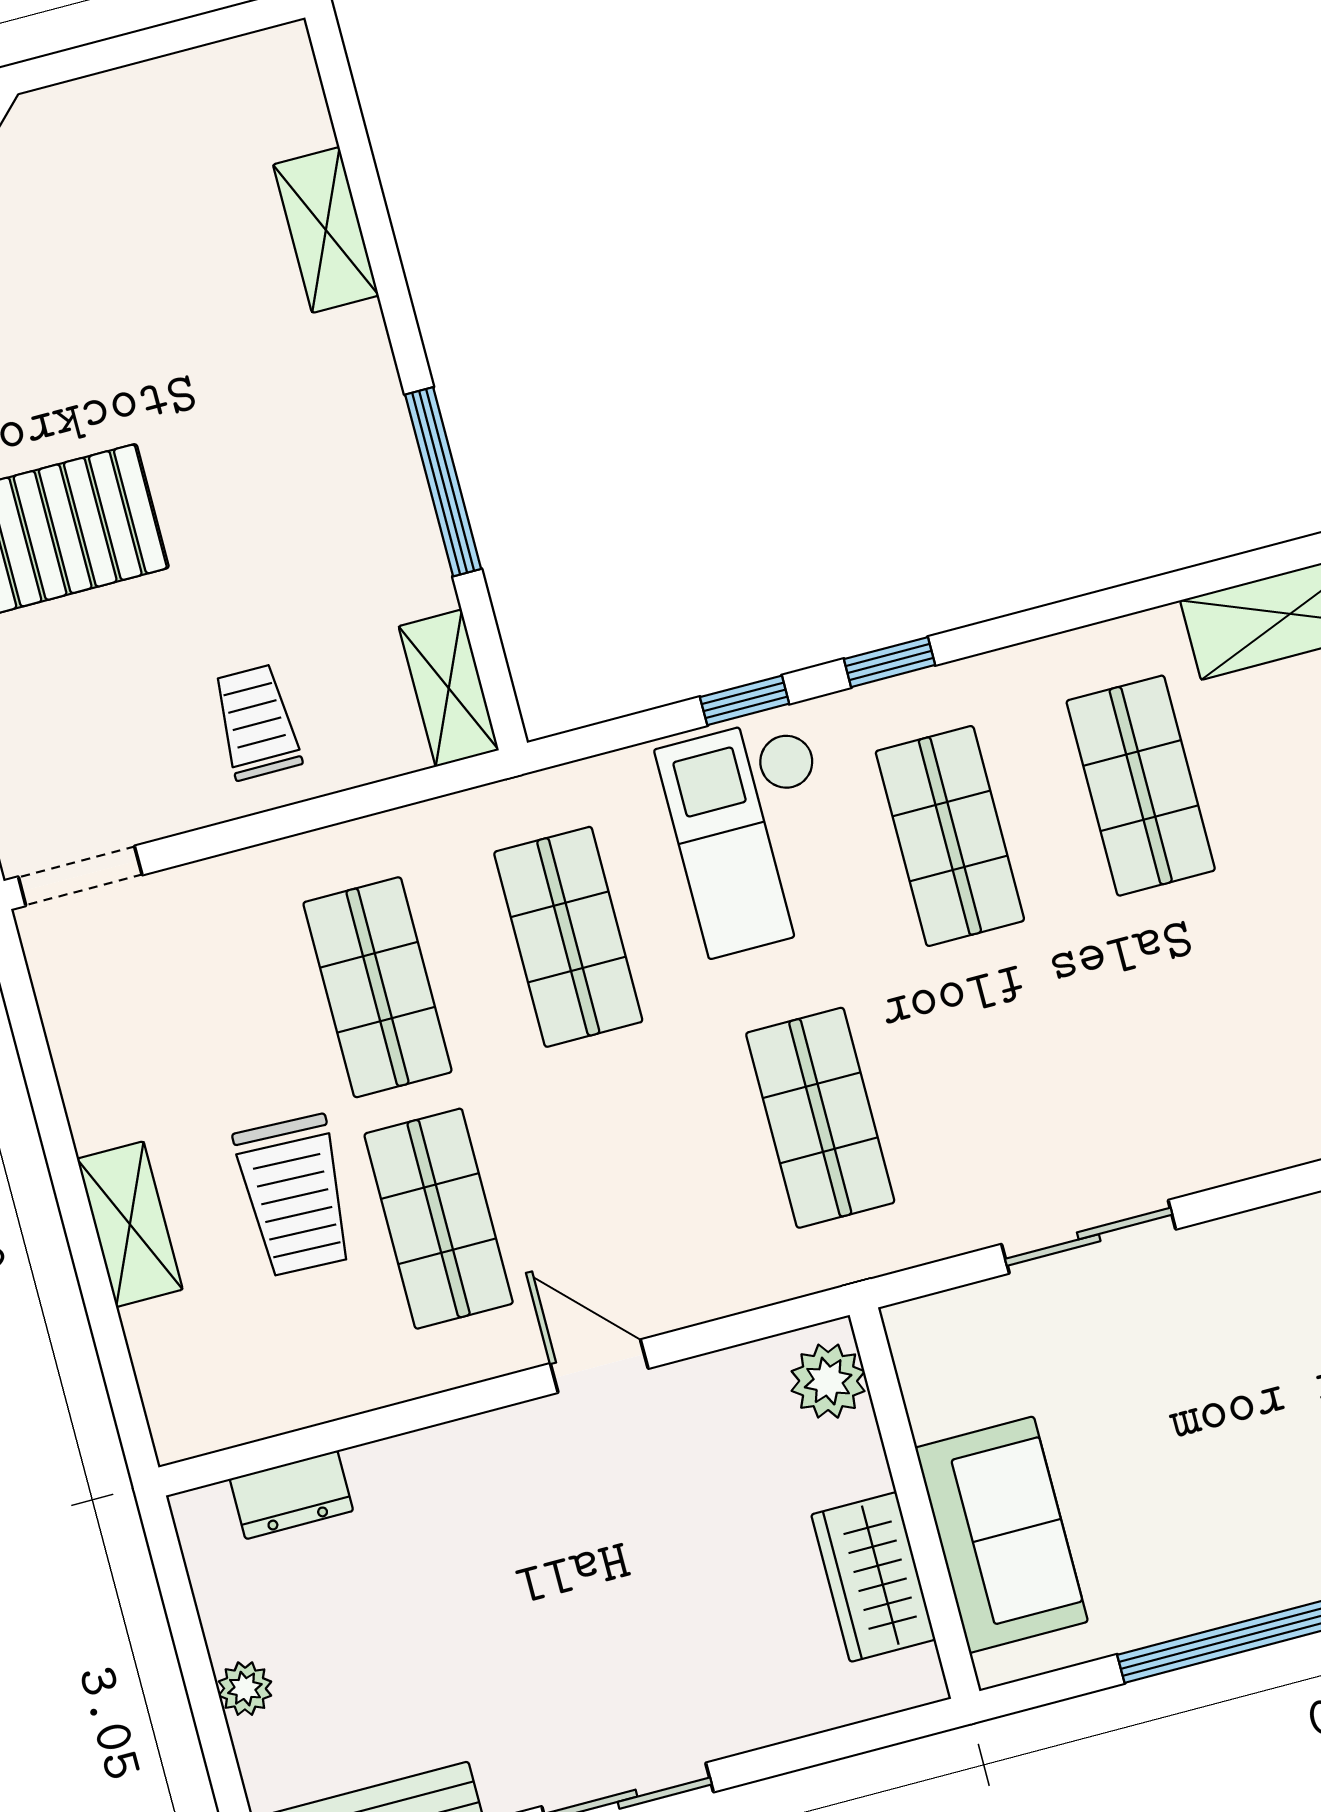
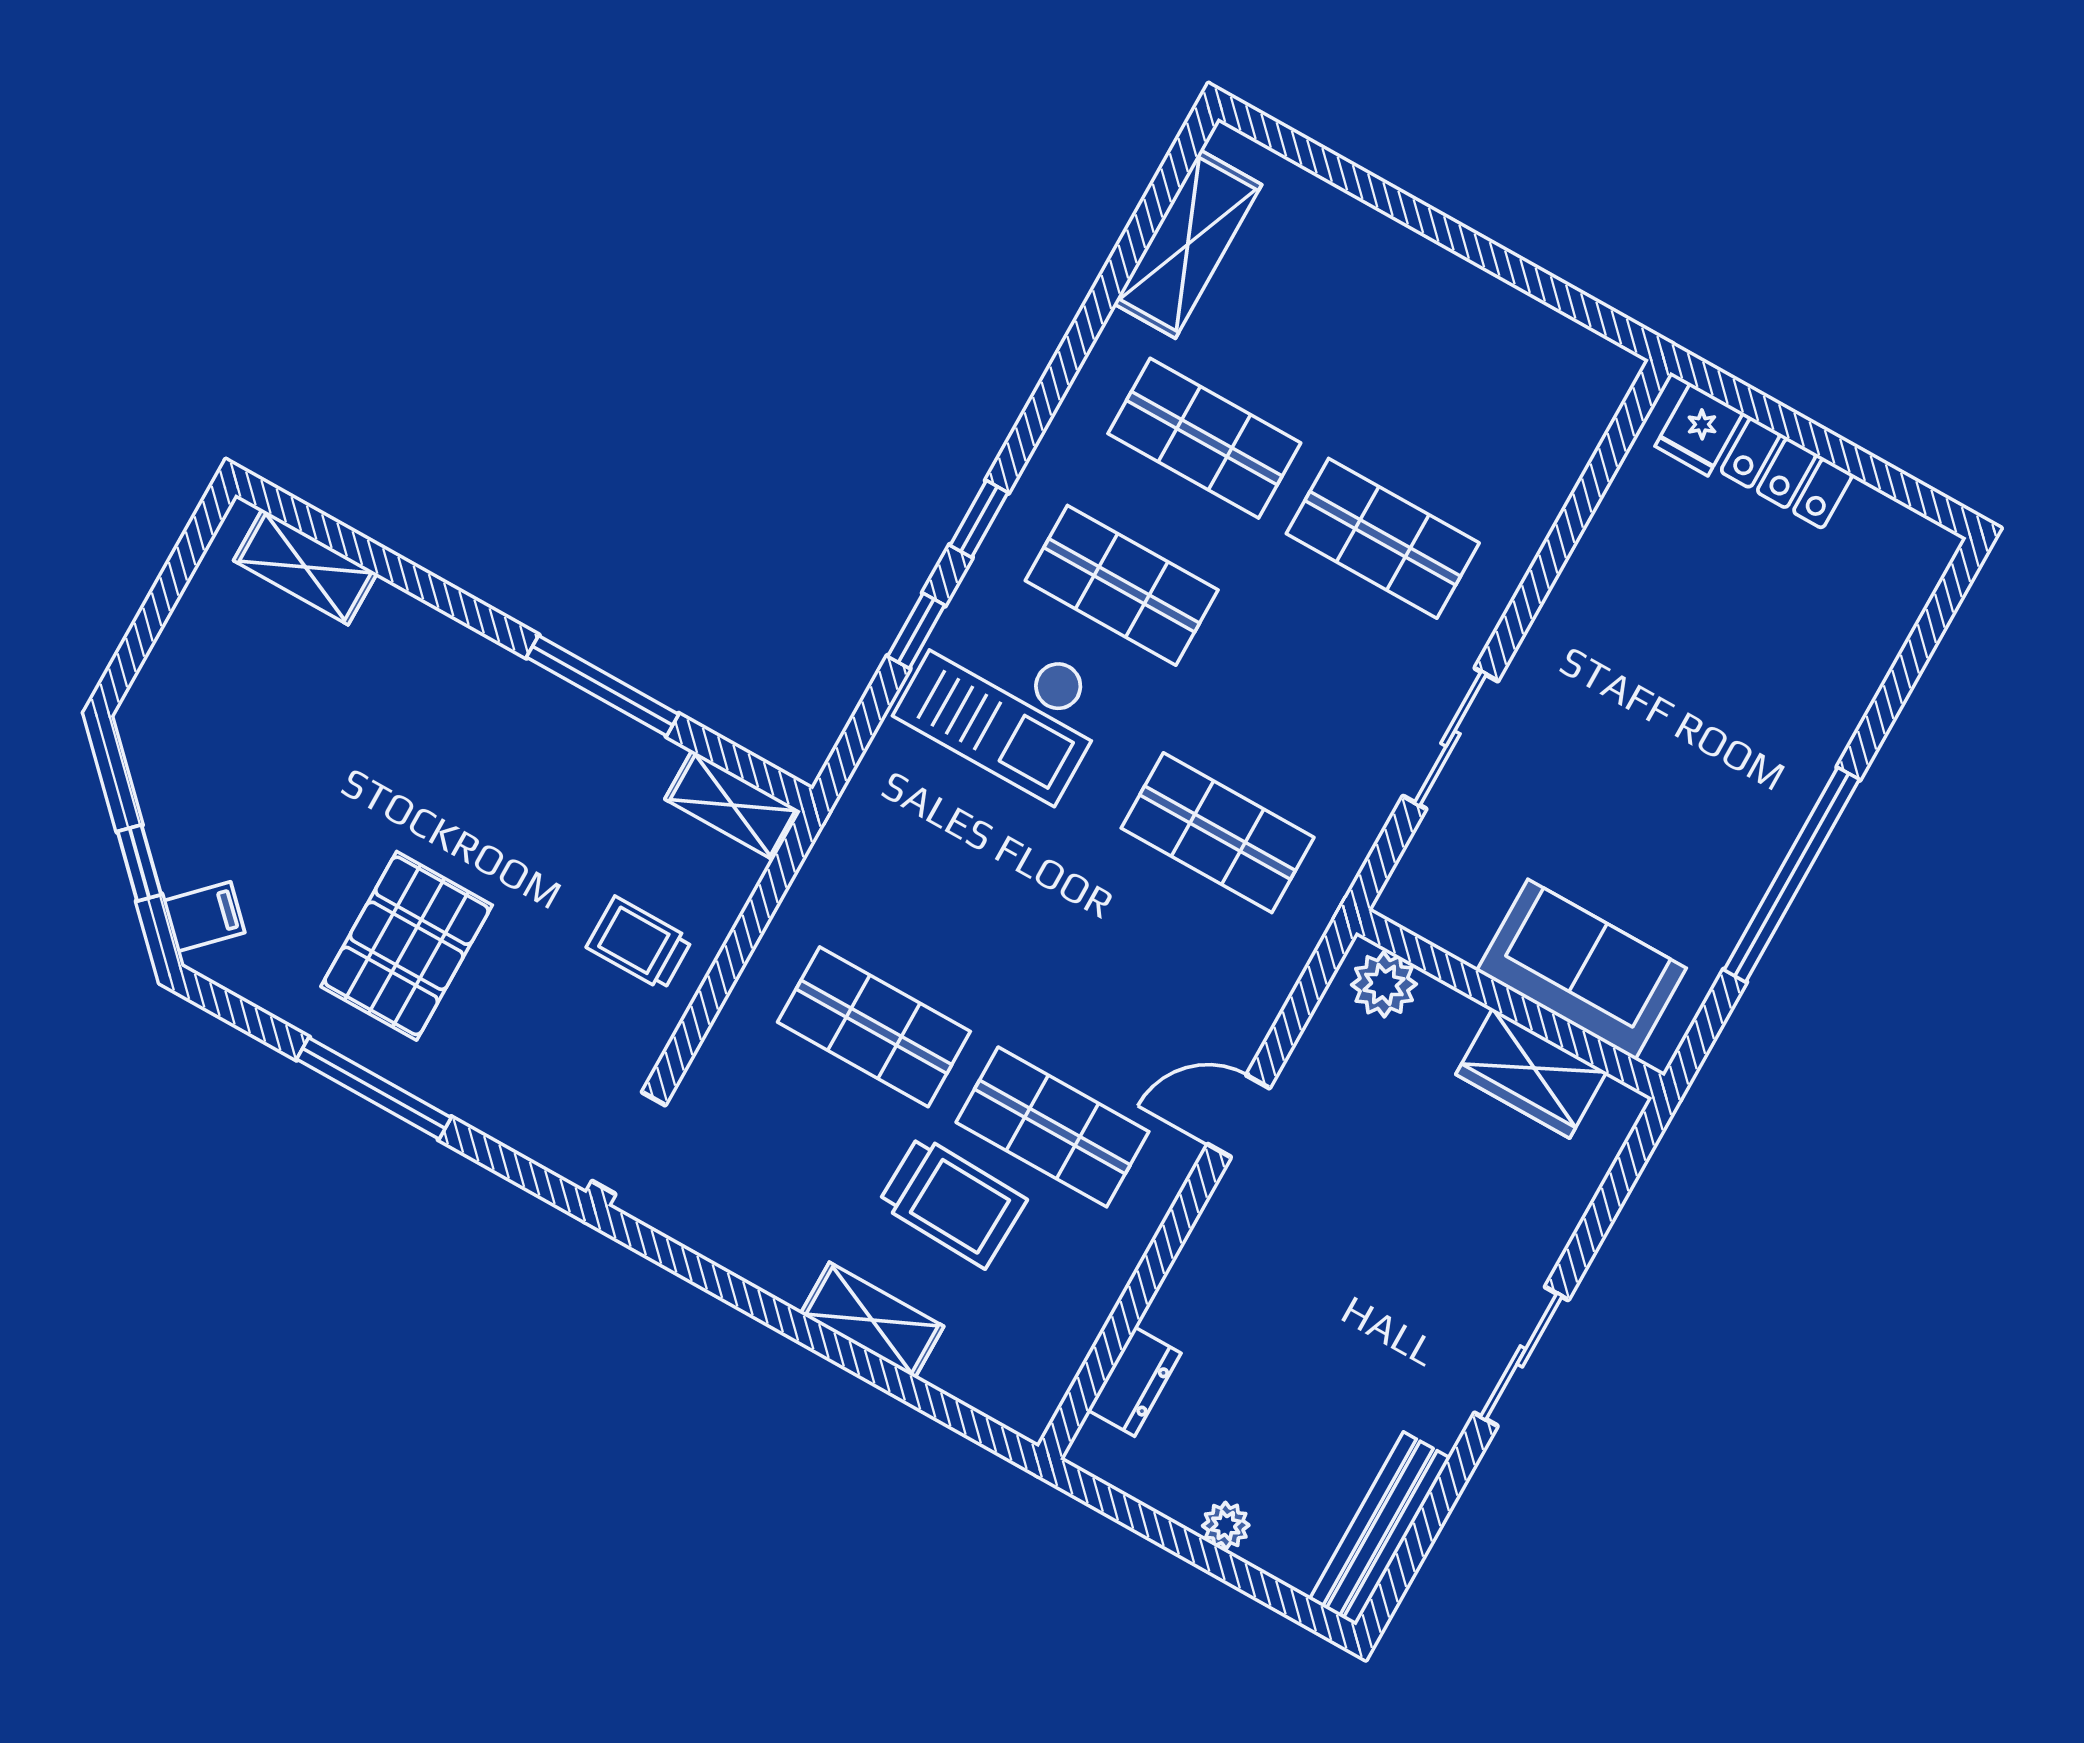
shelving: (326, 230) -> (305, 567), moved
shop shelf: (568, 937) -> (1383, 538), moved

